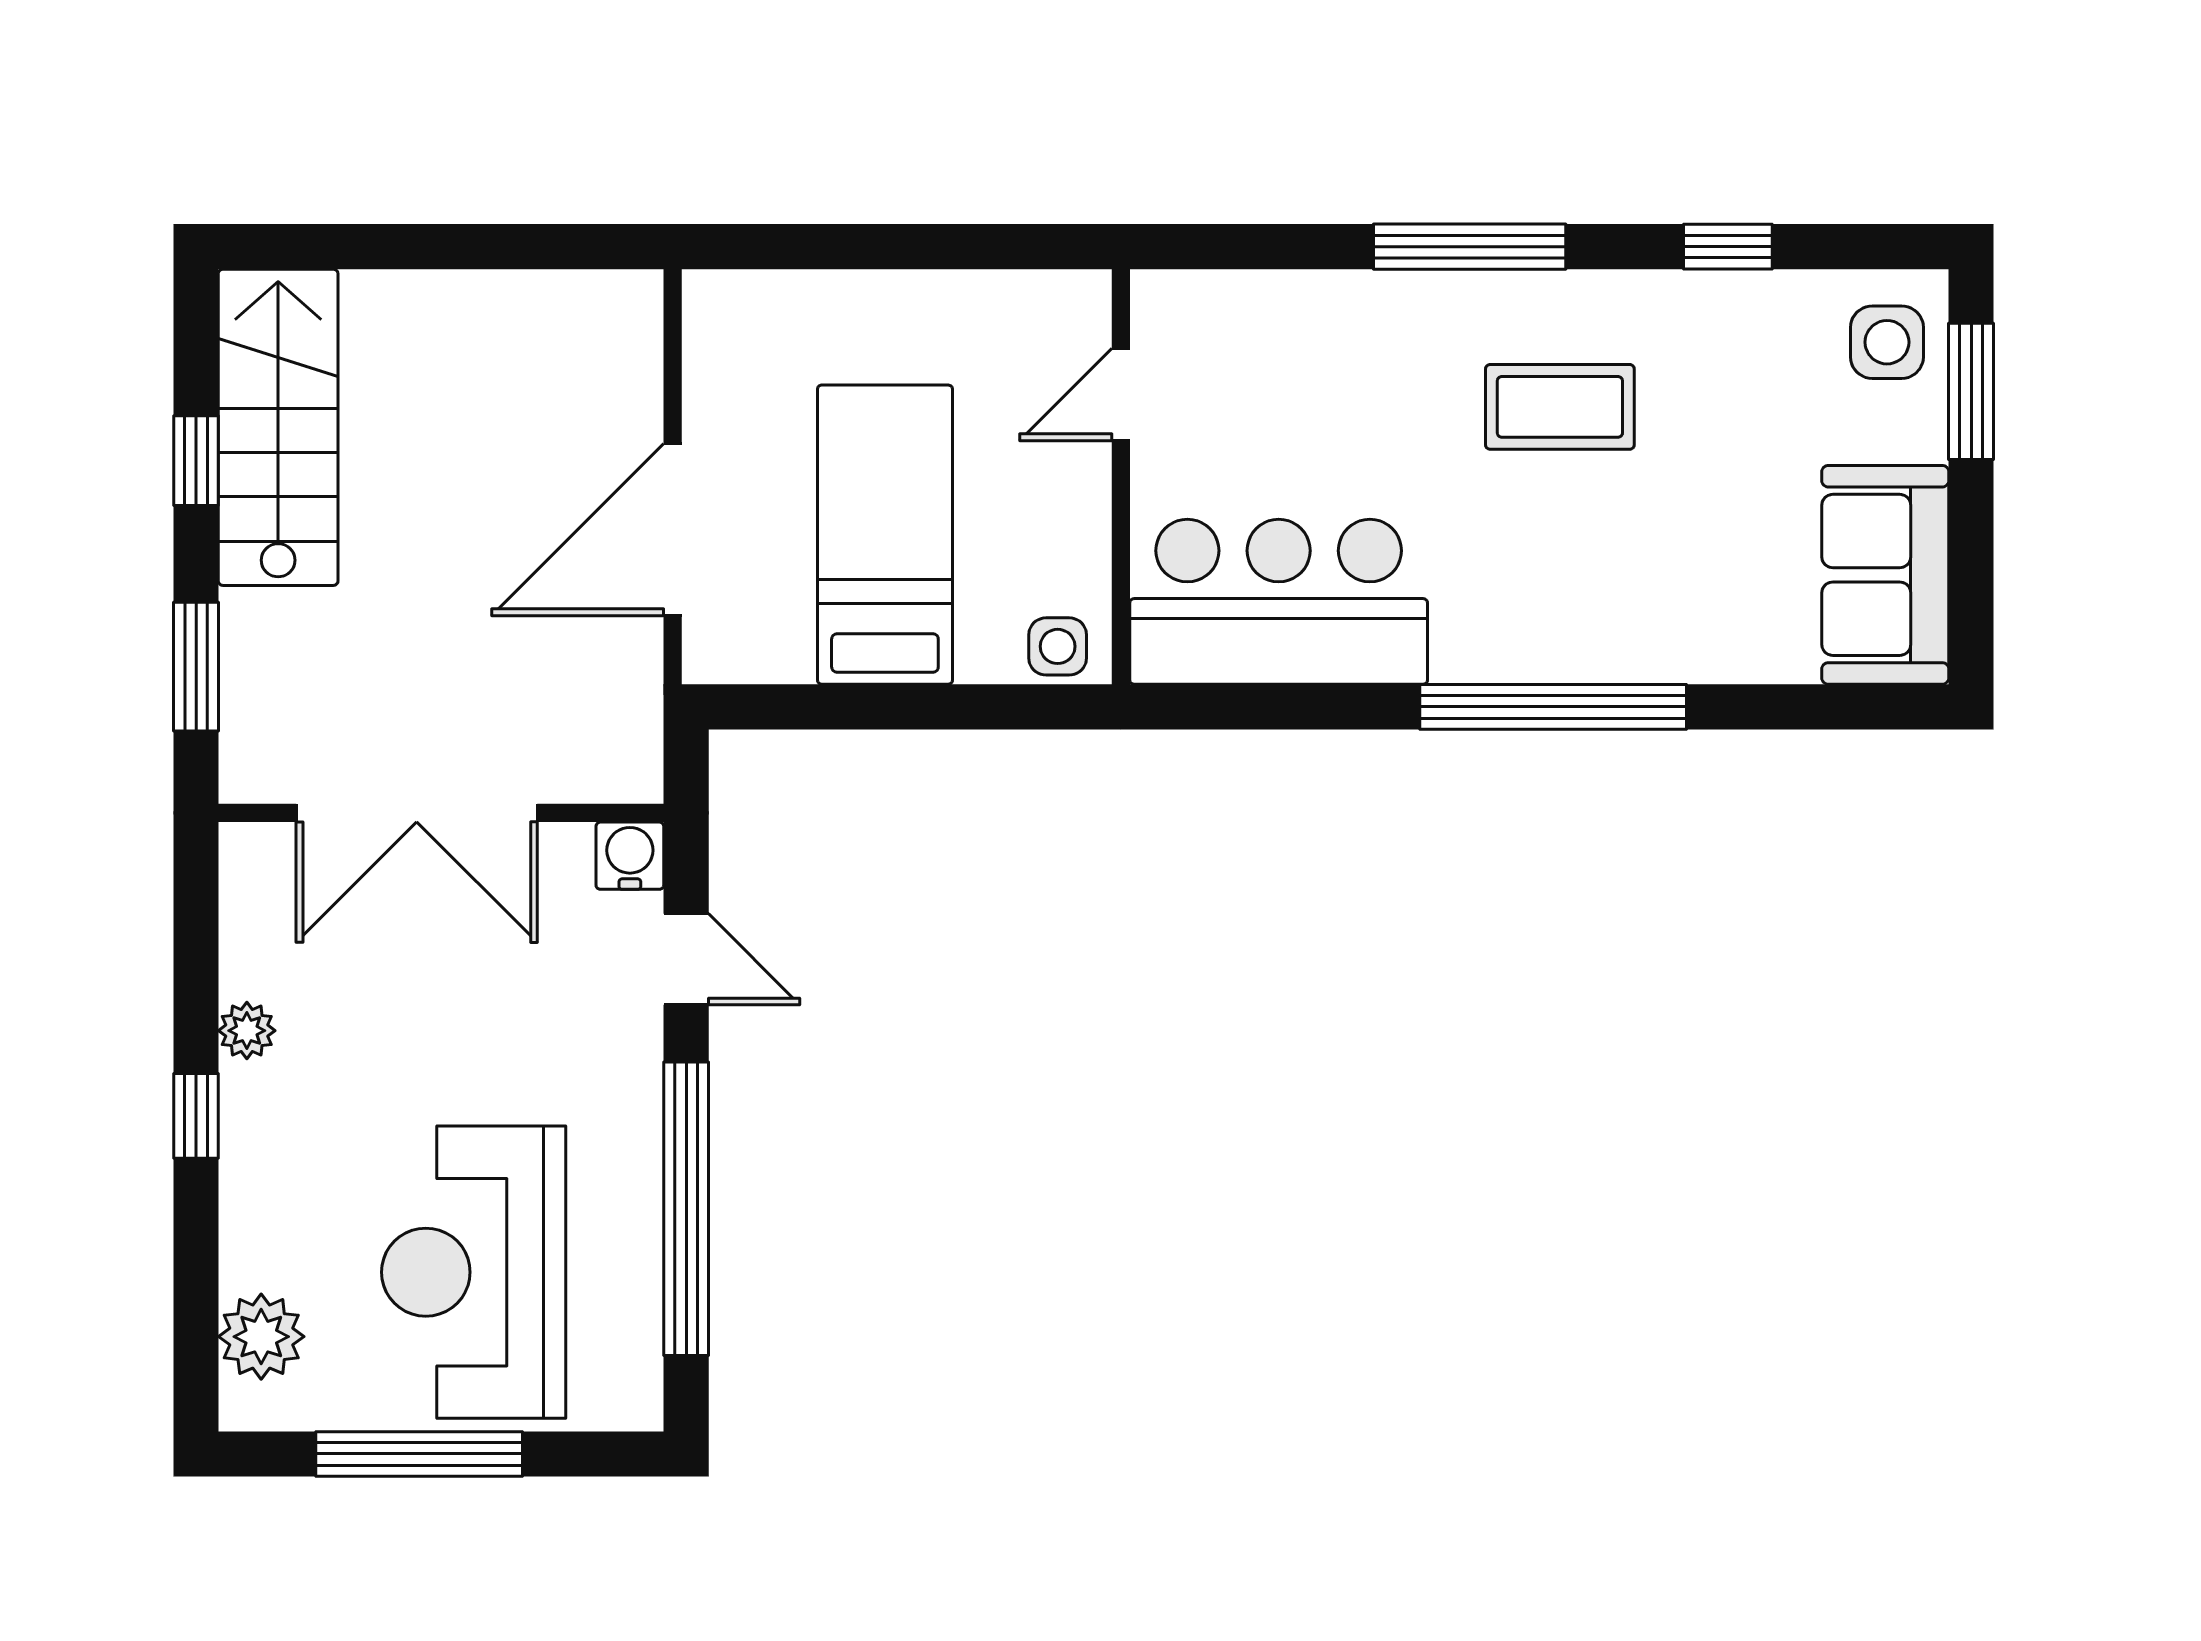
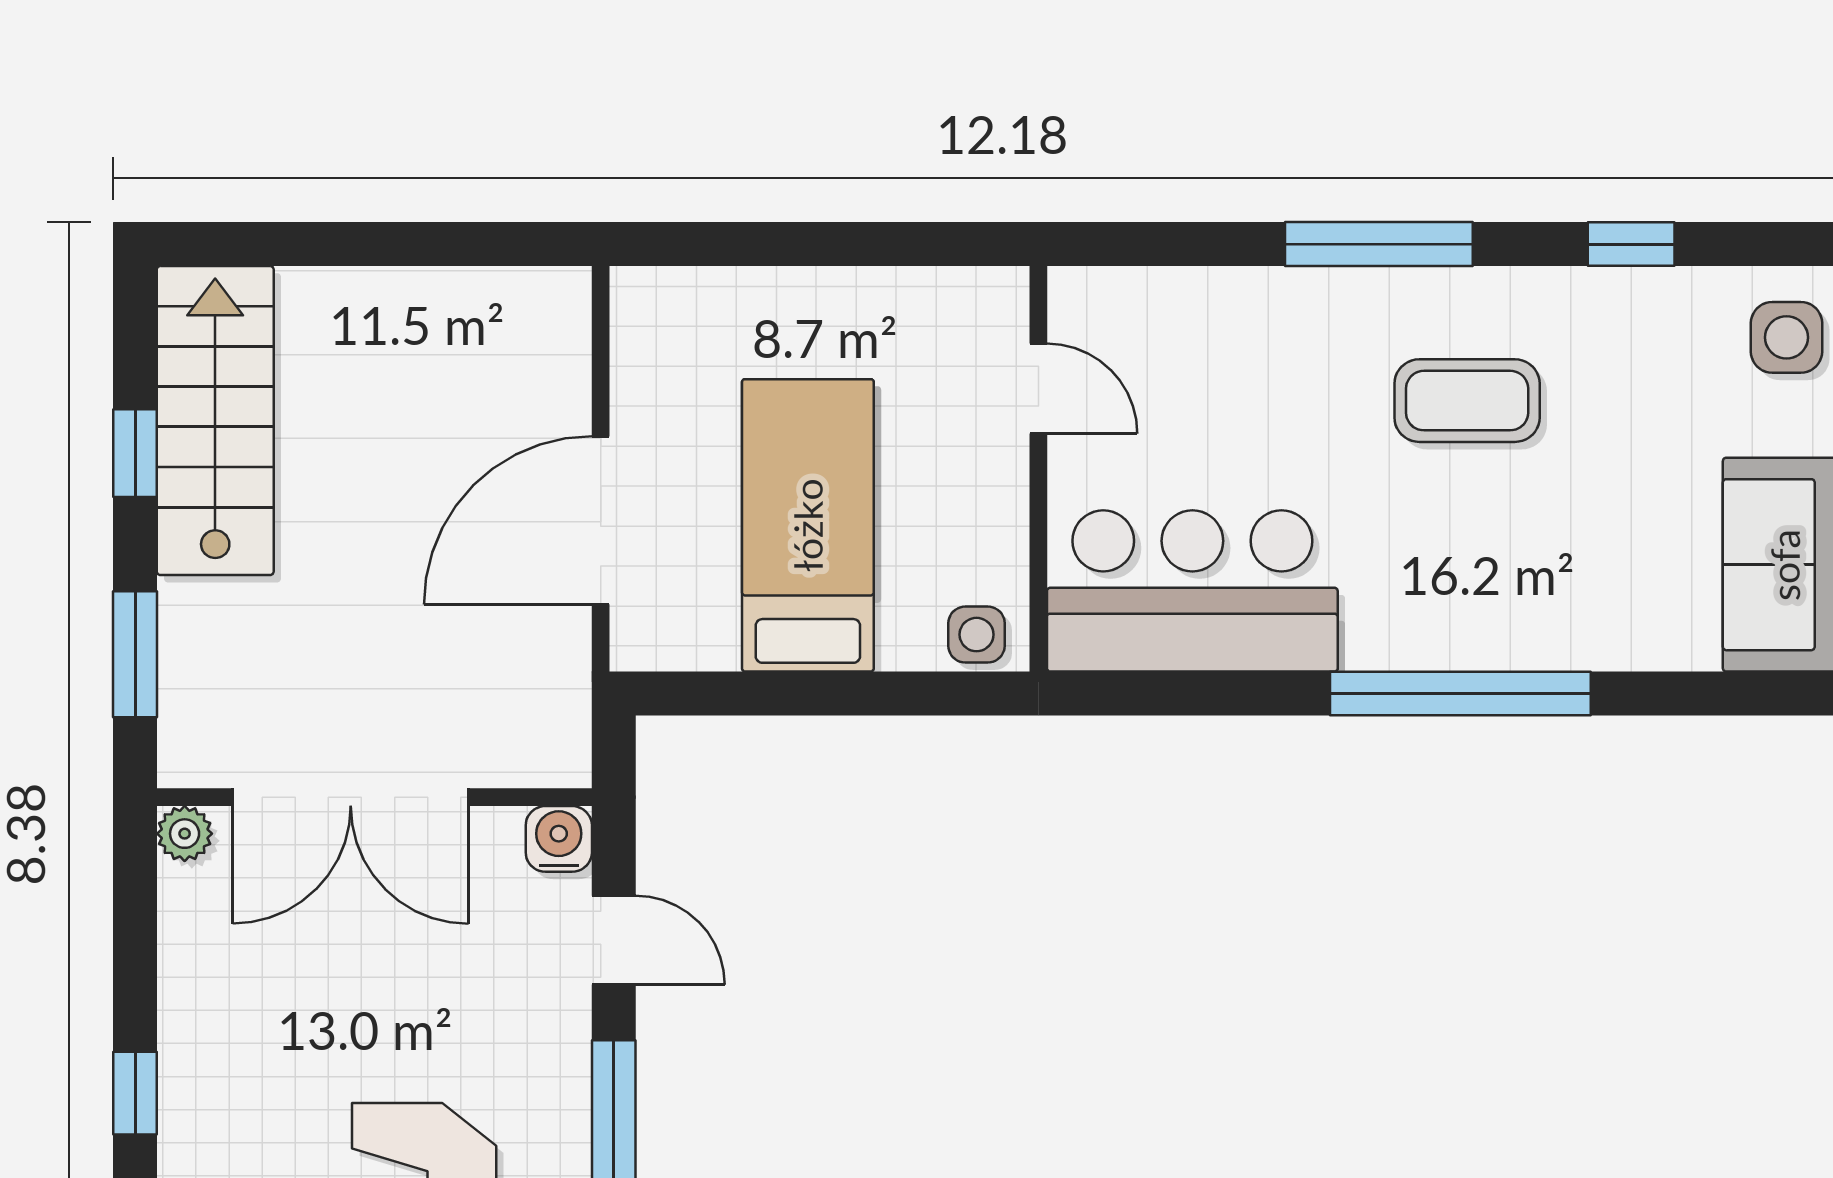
door: (1121, 395) -> (1038, 389), swing flipped
plant: (247, 1031) -> (185, 834), moved

